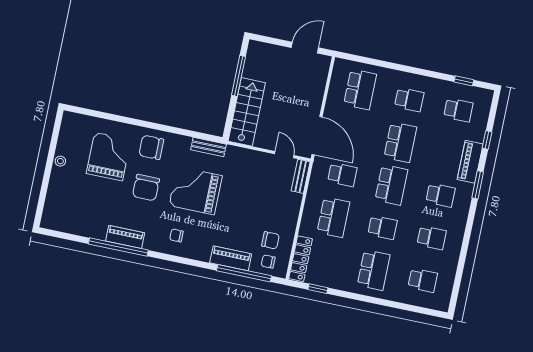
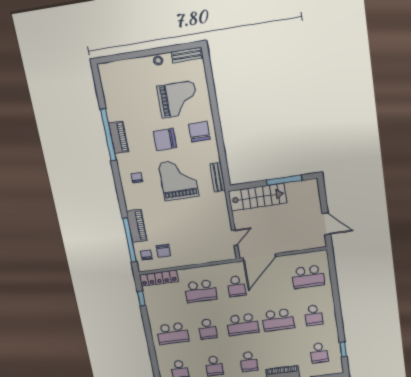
bench: (301, 176) -> (186, 55), moved

